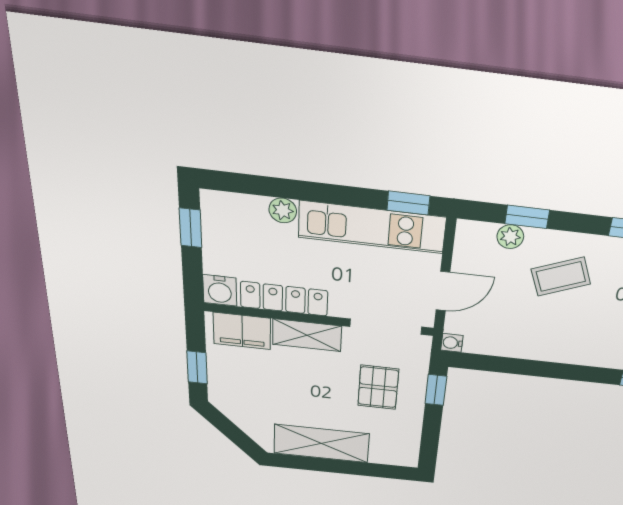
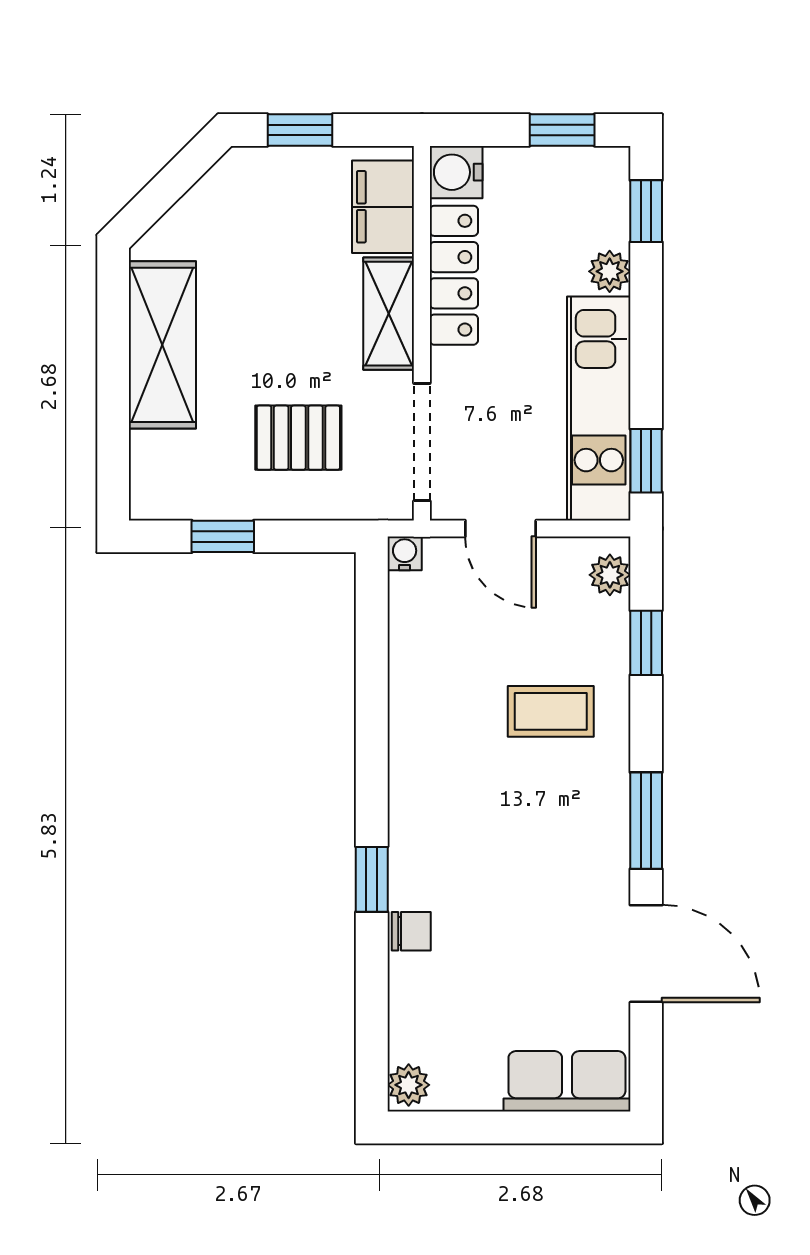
window: (243, 184) -> (646, 211), added
plant: (510, 237) -> (610, 575), moved
coffee table: (561, 277) -> (551, 711), turned -68
window: (436, 390) -> (223, 536), moved

